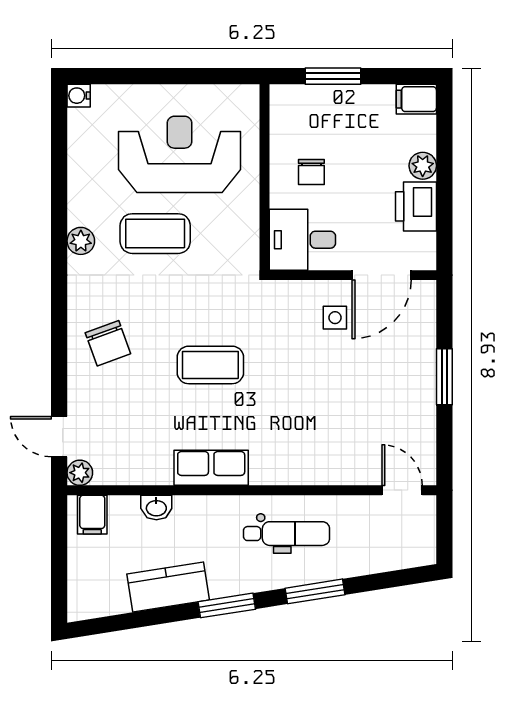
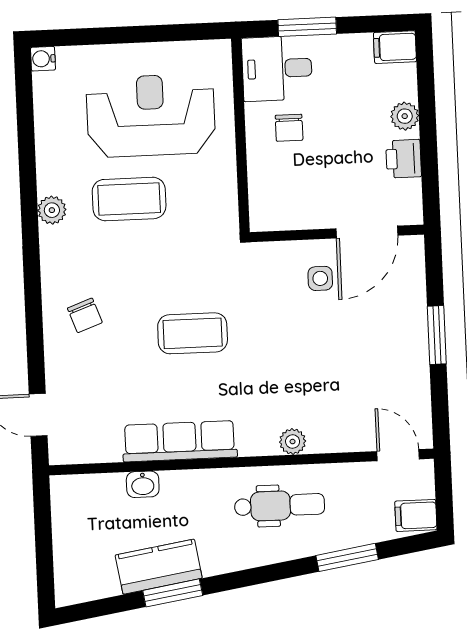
printer: (416, 206) -> (404, 159), width x0.73, depth x0.81
desk: (302, 240) -> (277, 68), moved
chair: (108, 343) -> (85, 315), width x0.73, depth x0.73
row of seats: (211, 468) -> (180, 441), width x1.48
plant: (80, 473) -> (293, 442), moved
filing cabinet: (92, 515) -> (416, 515), moved, turned 90
window: (315, 591) -> (347, 557), moved
window: (227, 605) -> (173, 593), moved

